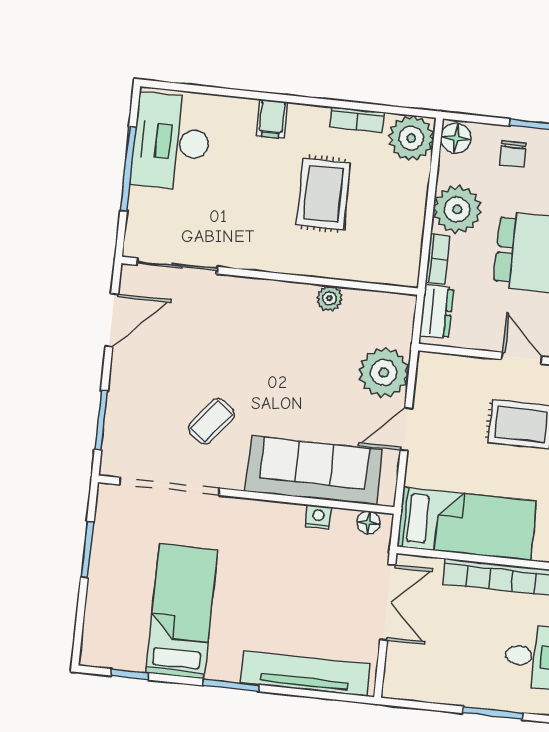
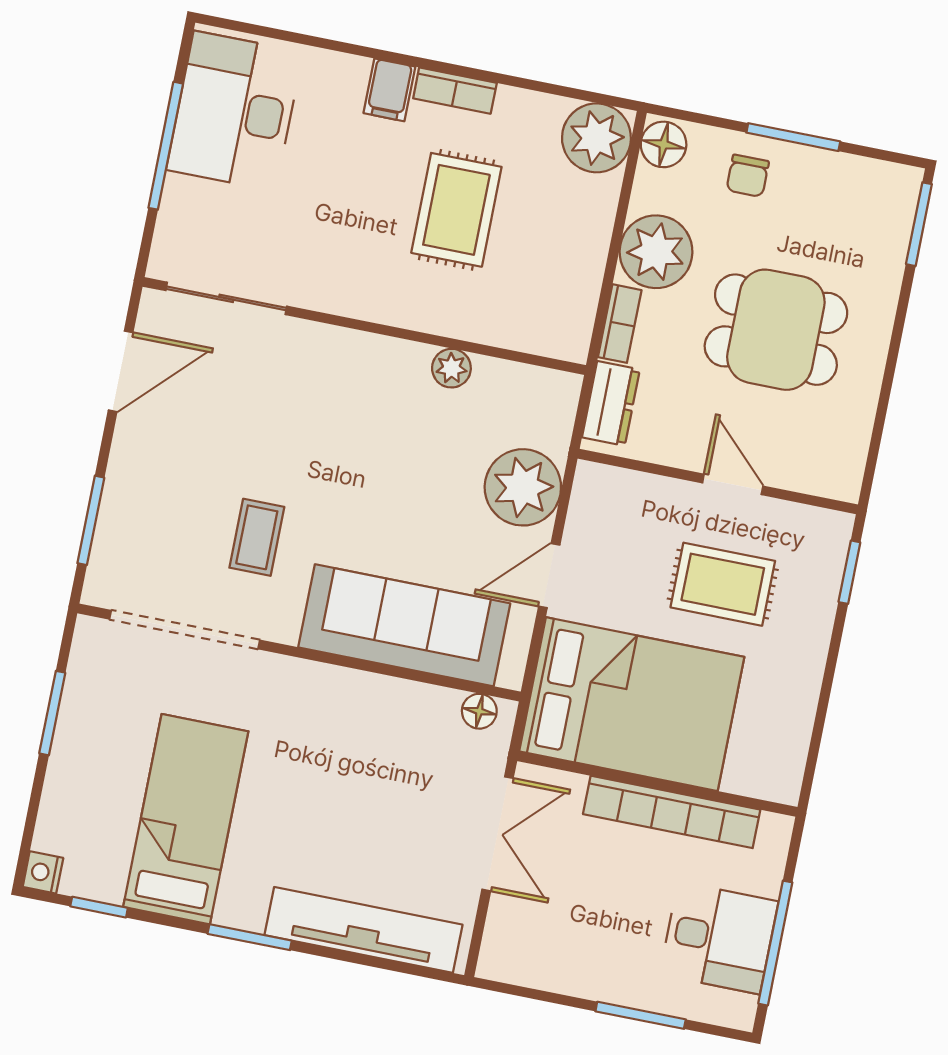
bookcase: (357, 120) -> (455, 91), moved
coffee table: (211, 421) -> (257, 537), turned -39
nightstand: (318, 517) -> (43, 872), moved, turned -90
bed: (467, 524) -> (632, 704), width x1.50

